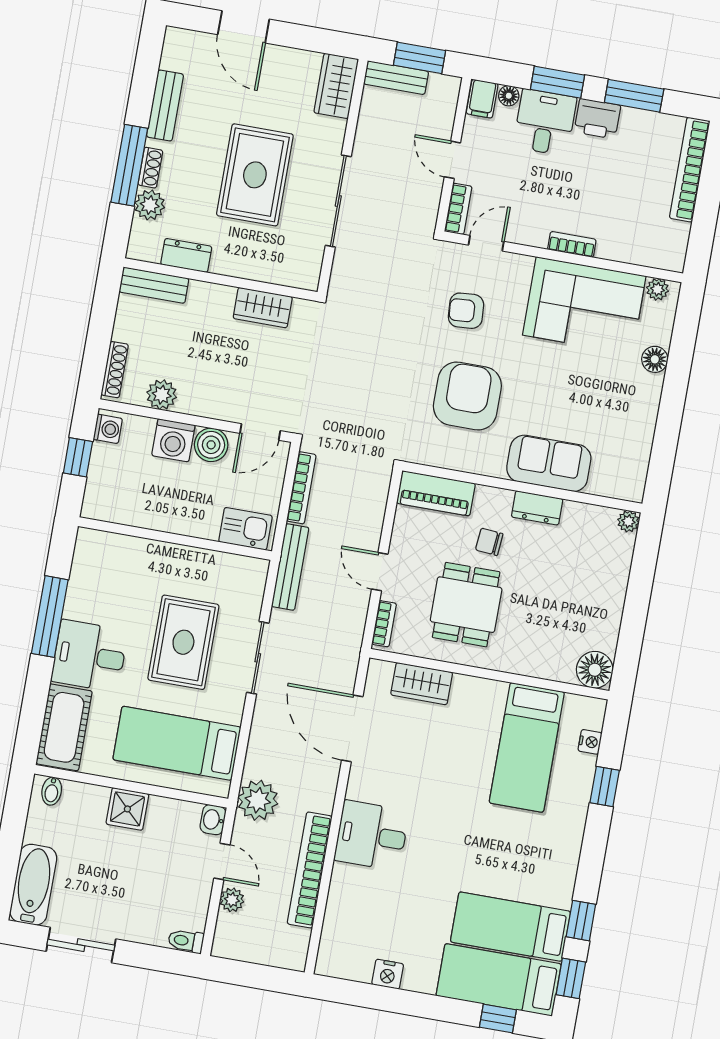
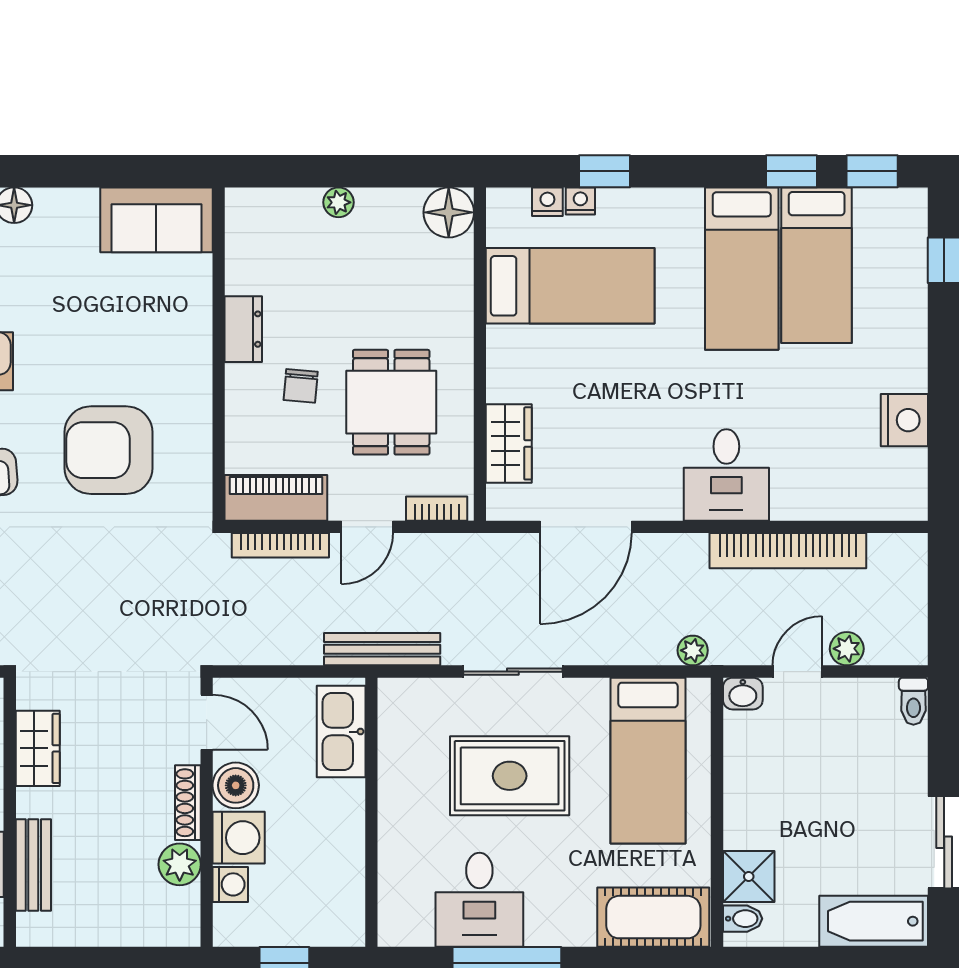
bench: (154, 285) -> (33, 865), moved
shoe rack: (115, 370) -> (188, 803), moved, turned -90
washing machine: (108, 429) -> (230, 884), moved, turned 90
sofa: (549, 463) -> (156, 220), moved, turned -90
bookcase: (301, 488) -> (280, 545), moved, turned 180
piano: (436, 493) -> (276, 498), moved, turned -90
plant: (628, 521) -> (338, 202), moved
kitchen sink: (245, 529) -> (341, 732), width x1.38
dining table: (466, 605) -> (391, 402), turned 90
desk: (90, 656) -> (479, 900), moved
nightstand: (586, 766) -> (580, 201), added
plant: (258, 800) -> (693, 650), width x0.53, depth x0.53
shower: (127, 809) -> (749, 876), moved
nightstand: (388, 974) -> (904, 420), width x1.36, depth x1.33
bed: (499, 980) -> (742, 269), moved

